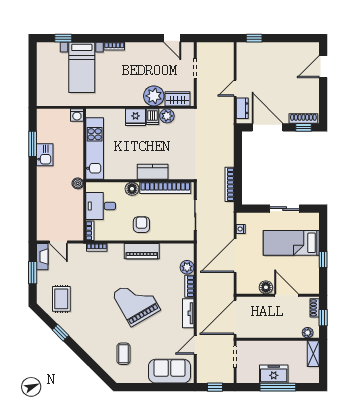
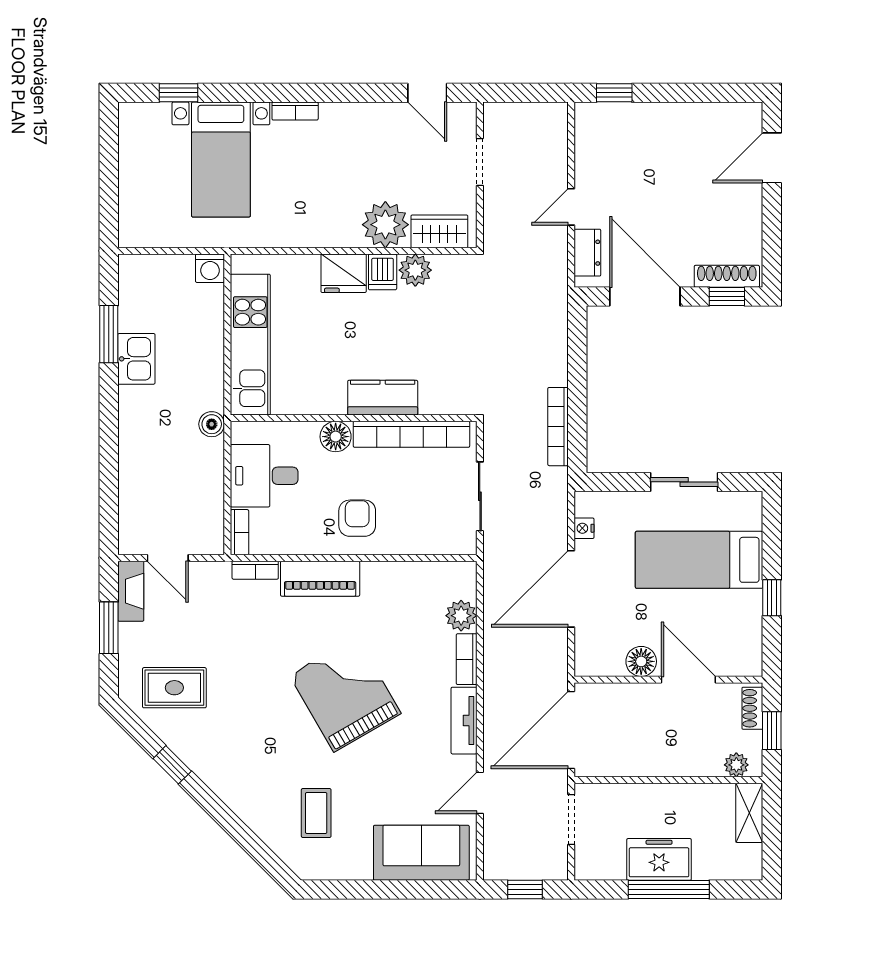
piano: (142, 251) -> (320, 579), moved
rug: (61, 299) -> (174, 688), turned 90

